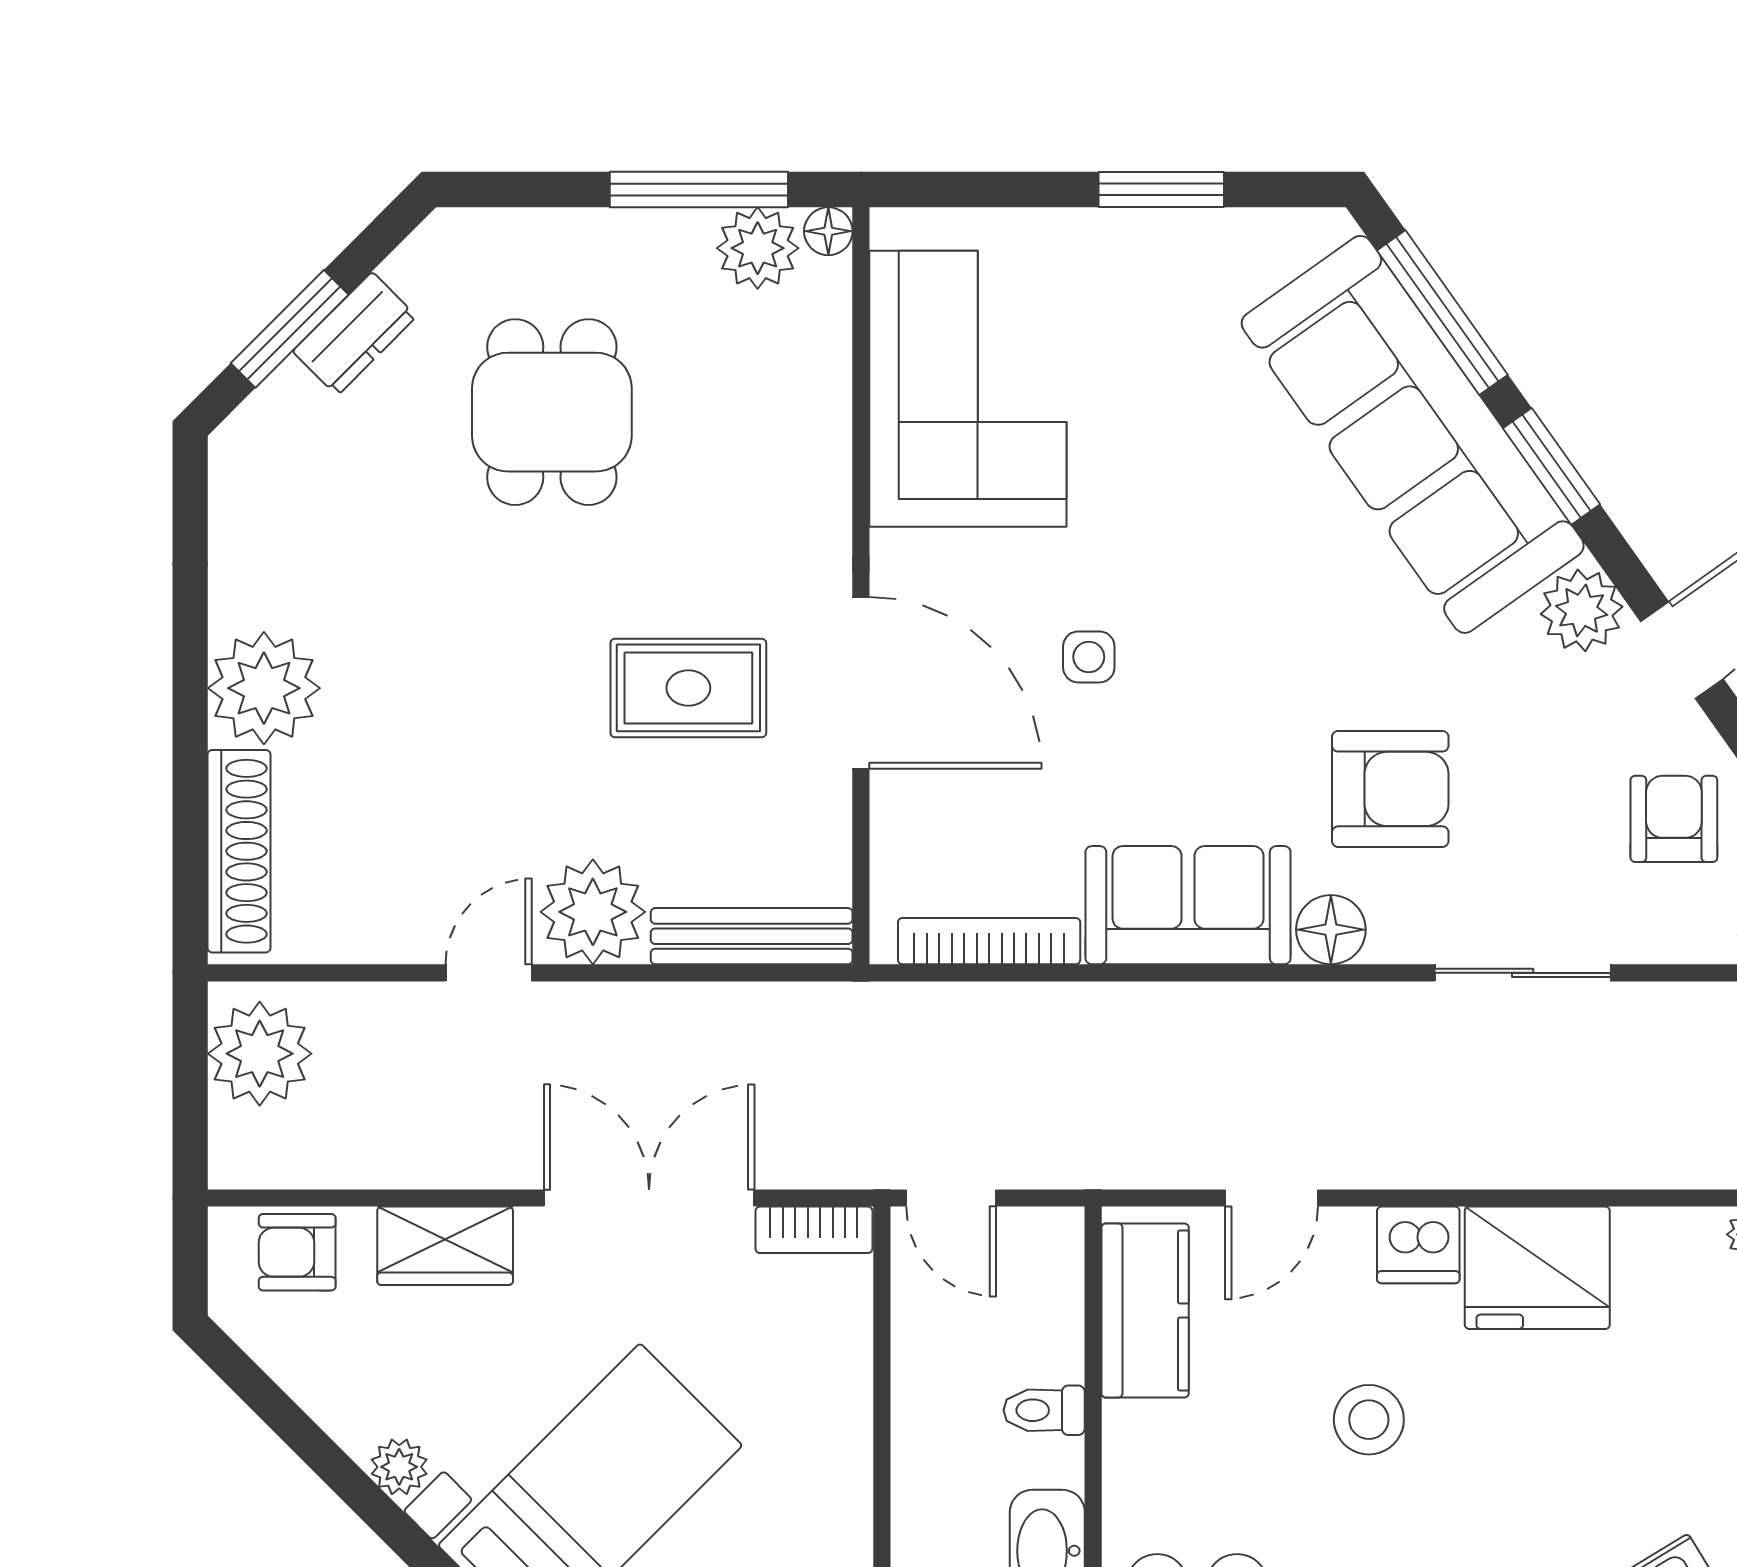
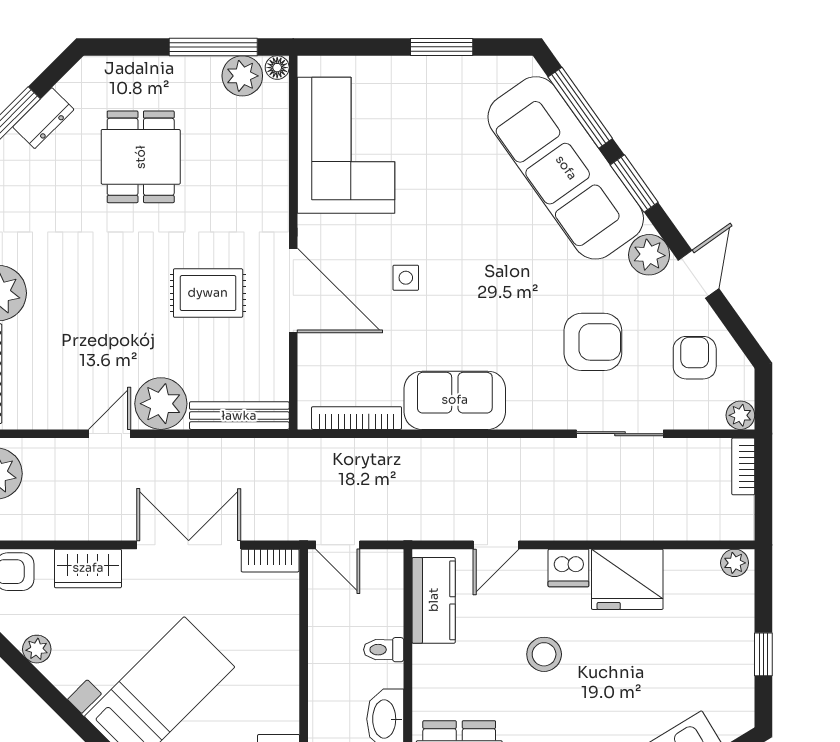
armchair: (1390, 789) -> (593, 342), moved
floor lamp: (1331, 930) -> (525, 412), removed
plant: (399, 1467) -> (37, 649), moved

